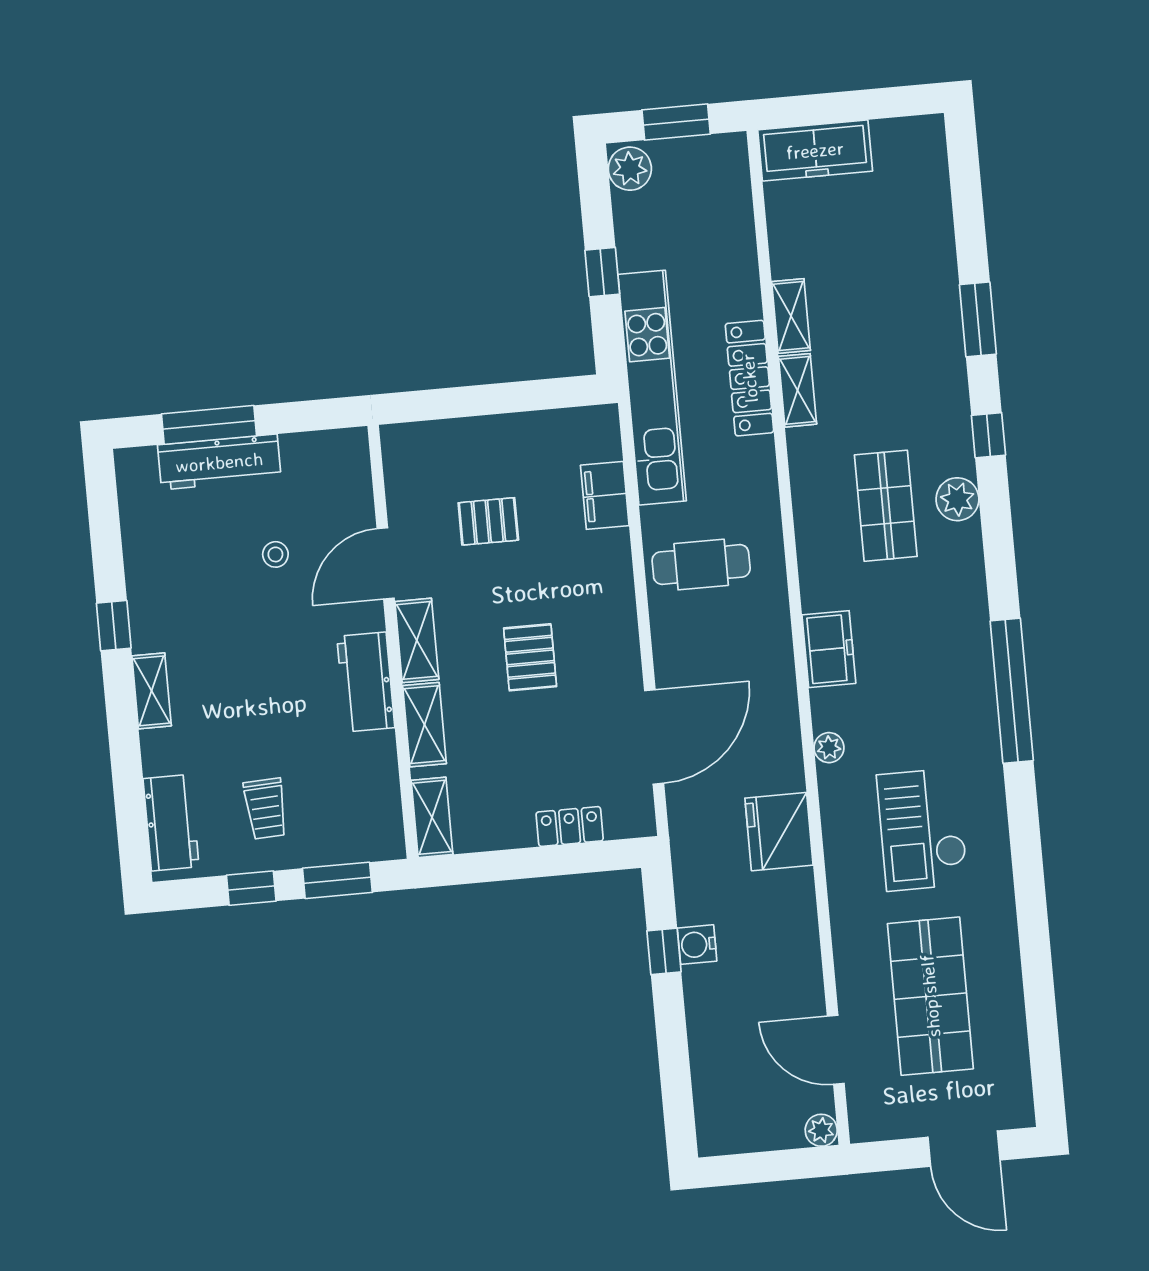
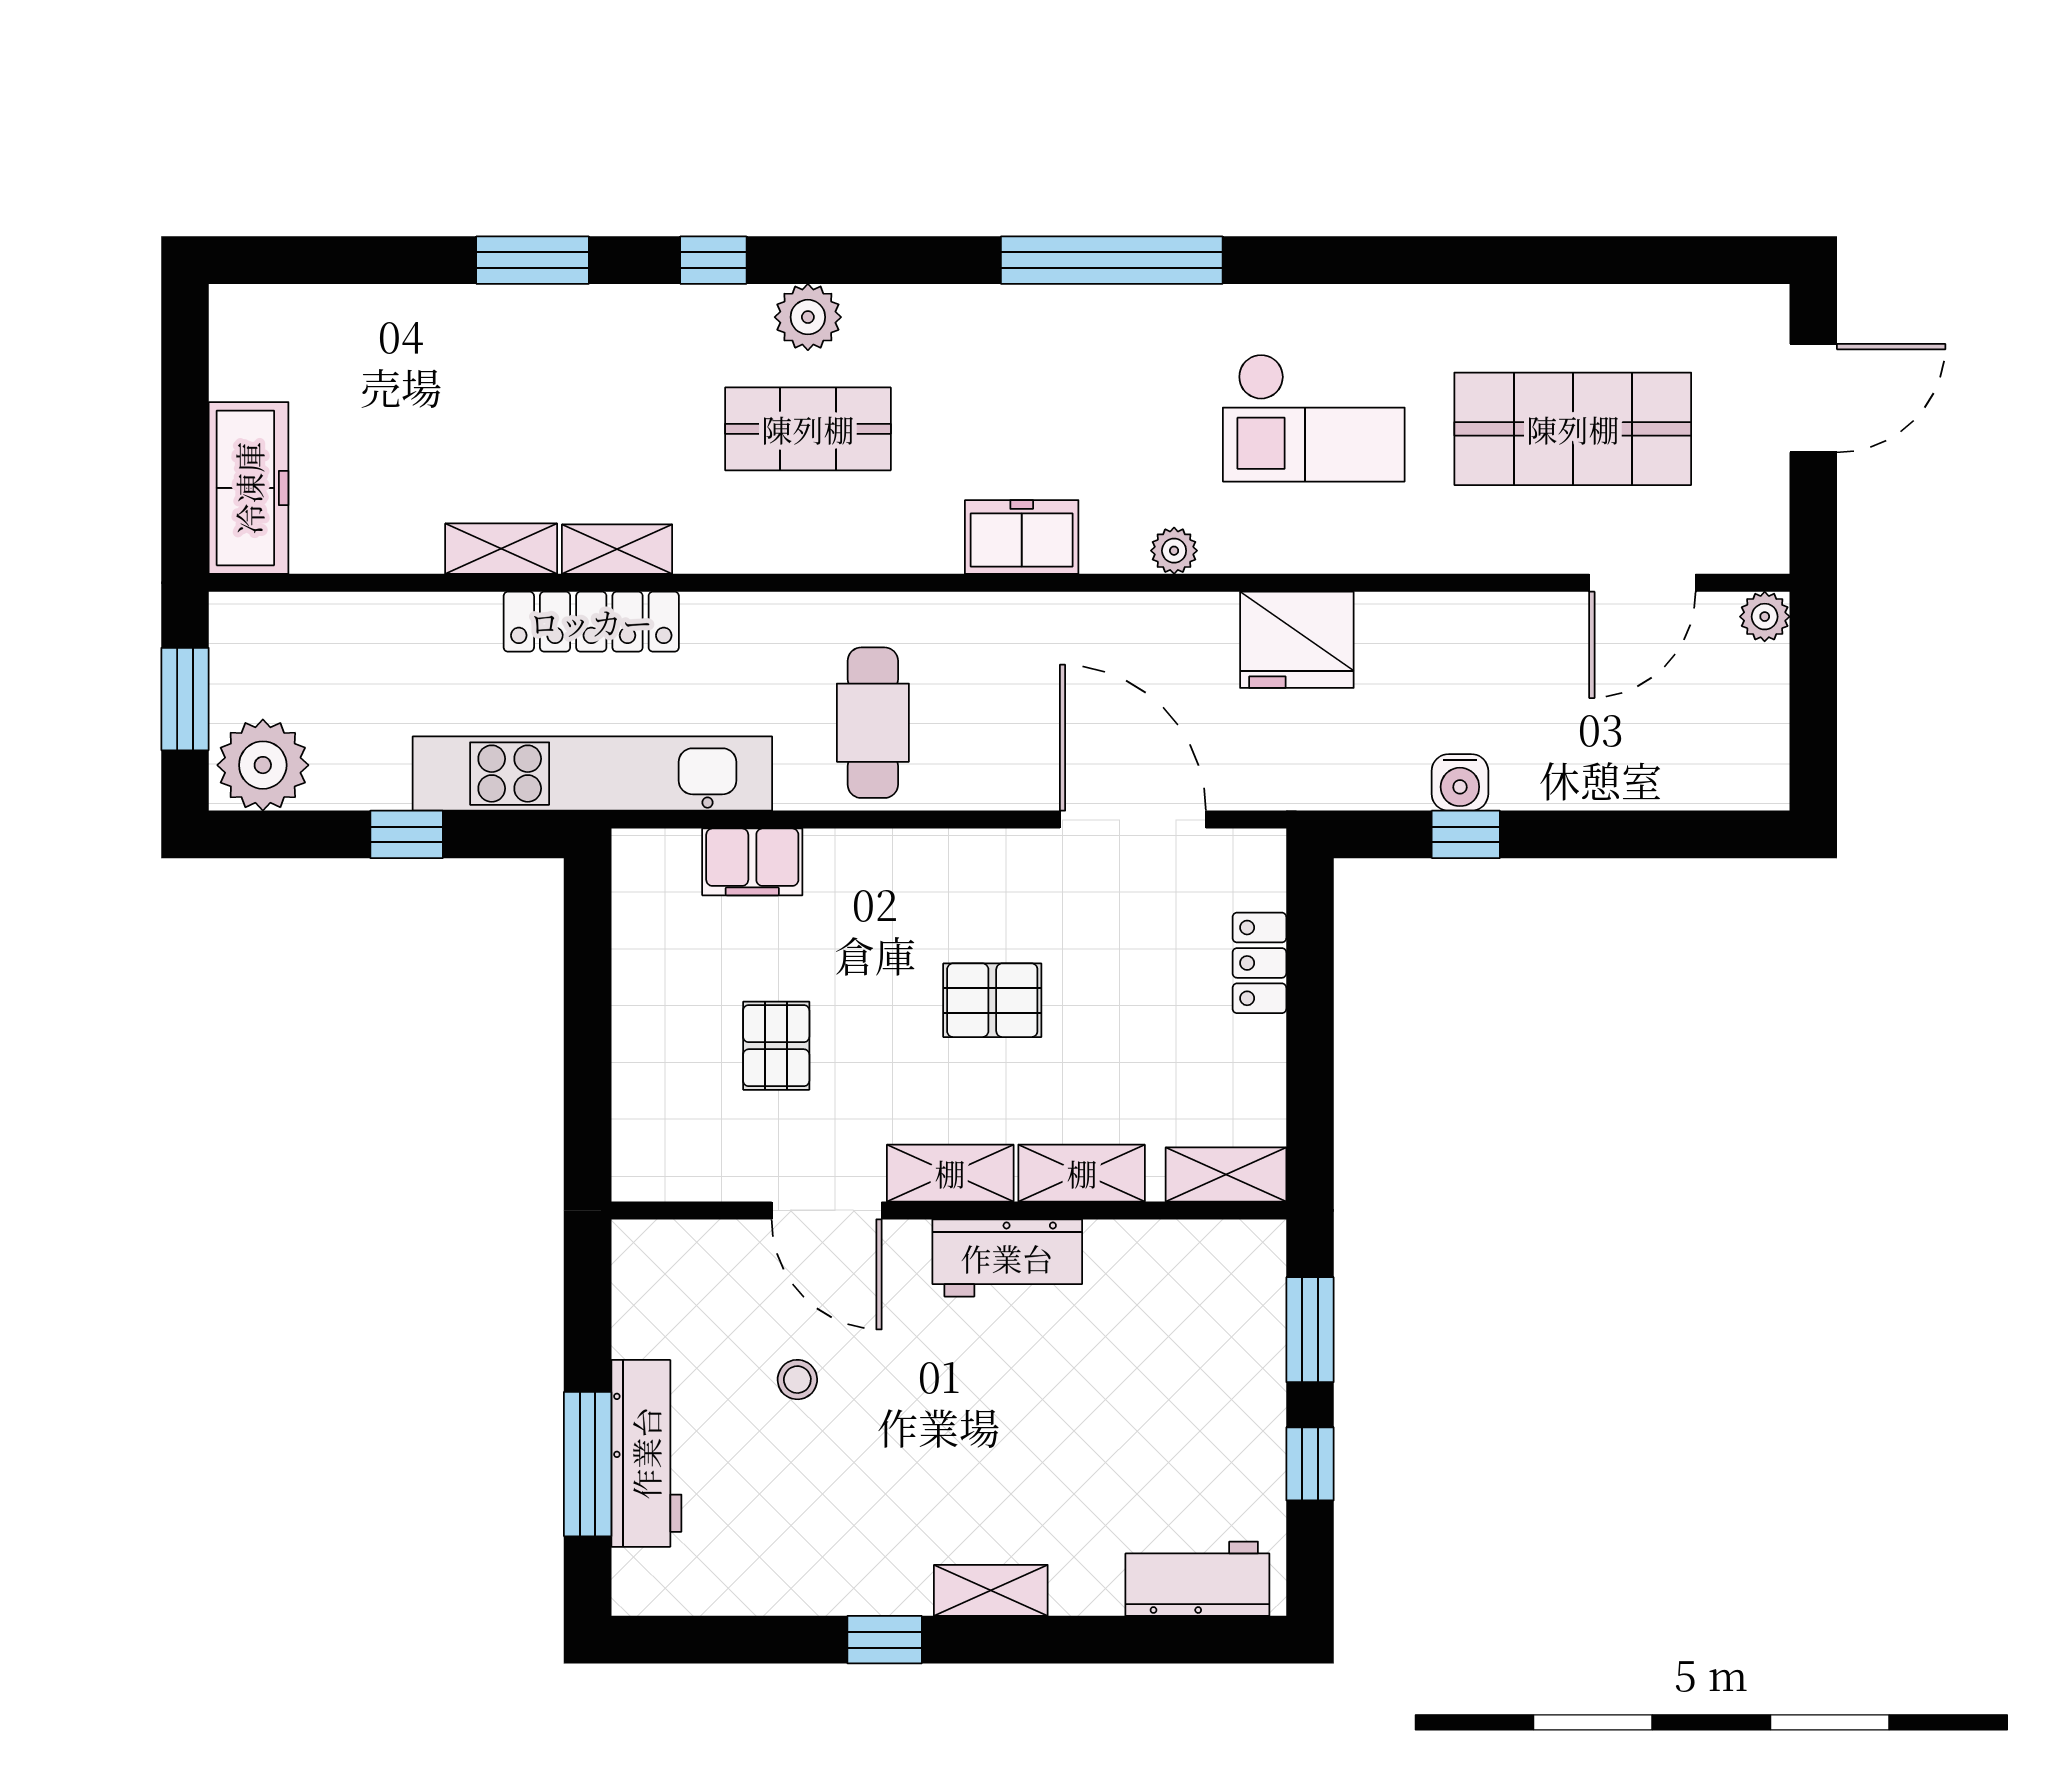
plant: (630, 169) -> (263, 765), width x1.36, depth x1.36
trolley: (266, 809) -> (1189, 1431), removed

